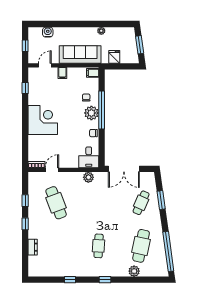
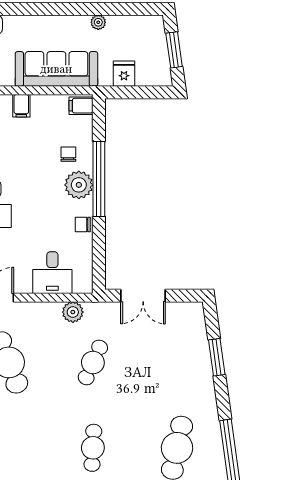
desk: (89, 157) -> (52, 273), moved
double door: (124, 169) -> (143, 296), width x0.73
cafe table: (141, 203) -> (93, 362), moved

